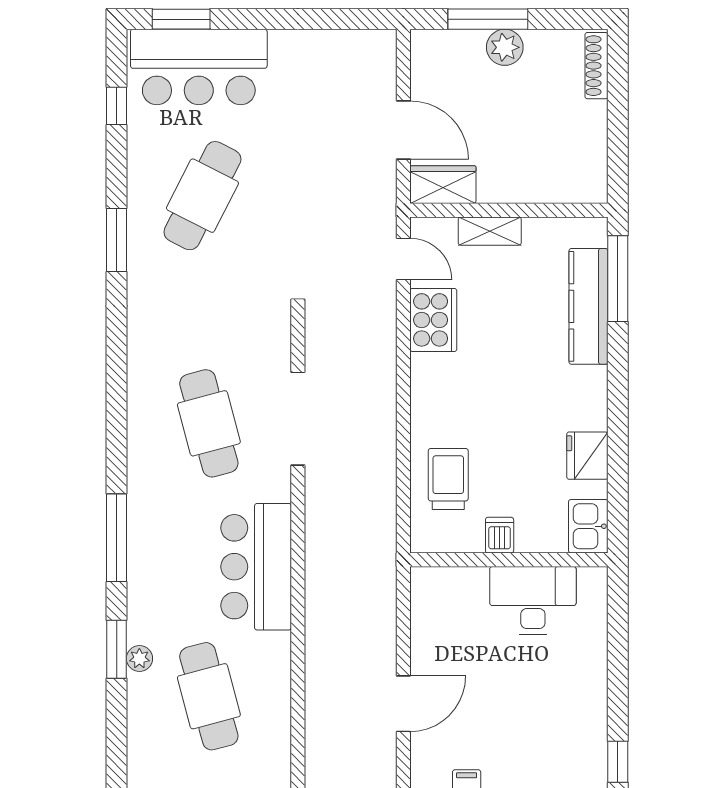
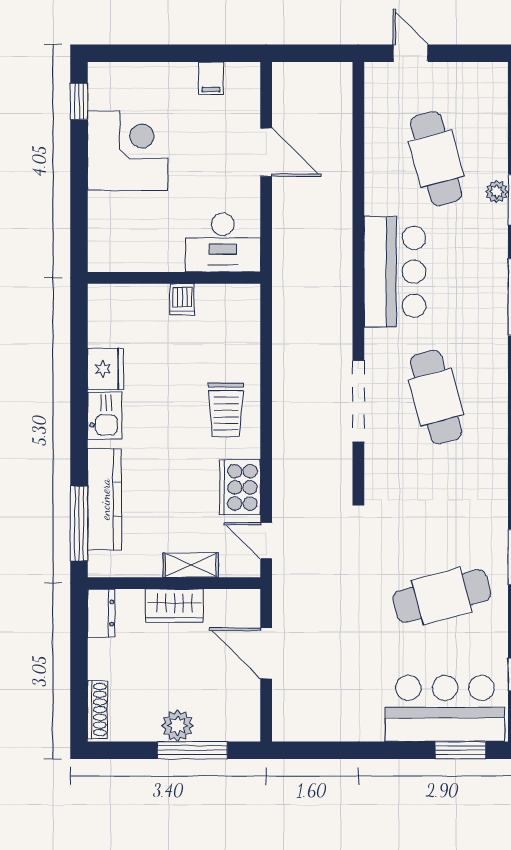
dresser: (592, 176) -> (101, 613), added
wardrobe: (443, 185) -> (174, 606), moved
cafe table: (202, 196) -> (442, 596), turned 48
trolley: (448, 479) -> (226, 410), moved
kitchen sink: (588, 526) -> (105, 416), moved
desk: (533, 600) -> (223, 243), moved
door: (403, 704) -> (266, 152), swing flipped
corner desk: (562, 706) -> (128, 150), added

